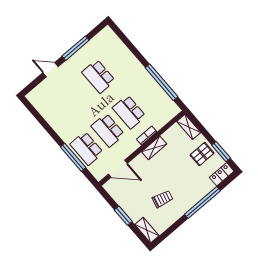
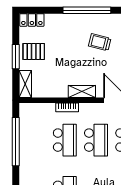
shelving: (154, 148) -> (82, 91), moved
window: (221, 152) -> (16, 57), moved
window: (202, 202) -> (87, 10), moved

